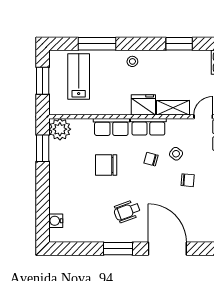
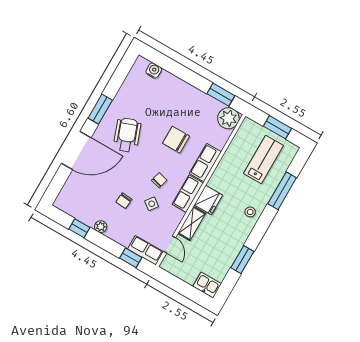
lab bench: (79, 77) -> (263, 160), turned -90
chair: (106, 165) -> (176, 140), turned -90
wheelchair: (127, 211) -> (127, 135), width x1.36, depth x1.37

